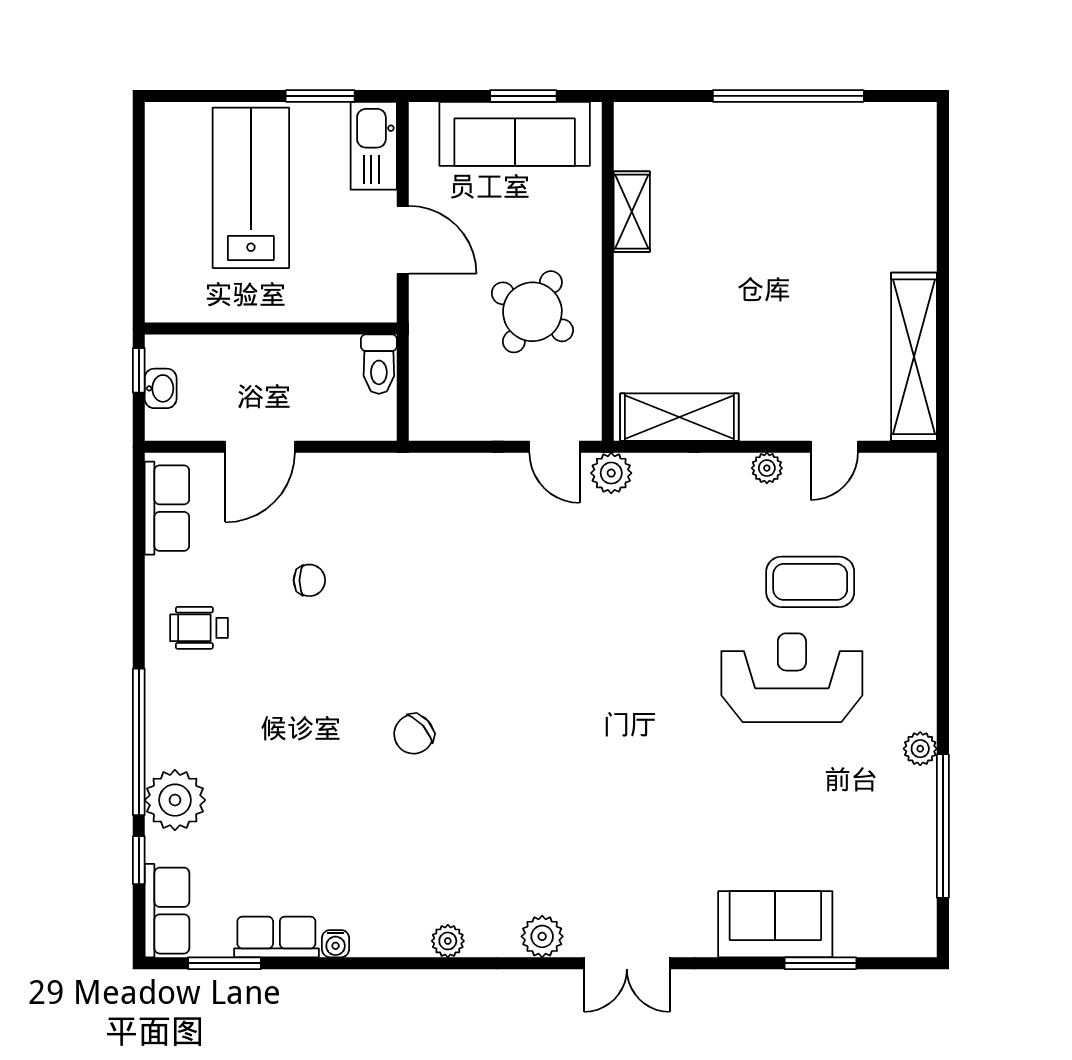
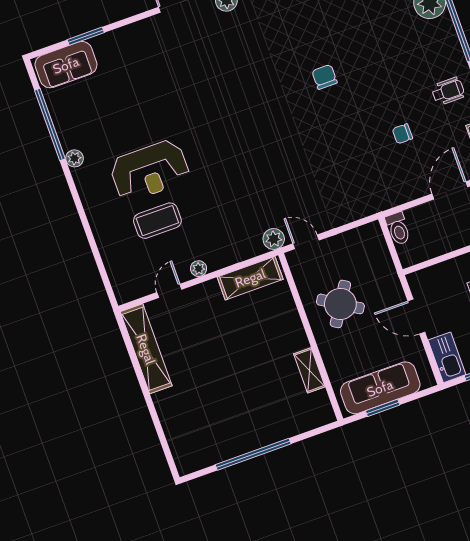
toilet: (379, 364) -> (398, 229), moved, turned 180
chair: (414, 734) -> (325, 77), turned -48
sofa: (775, 924) -> (66, 65), moved

